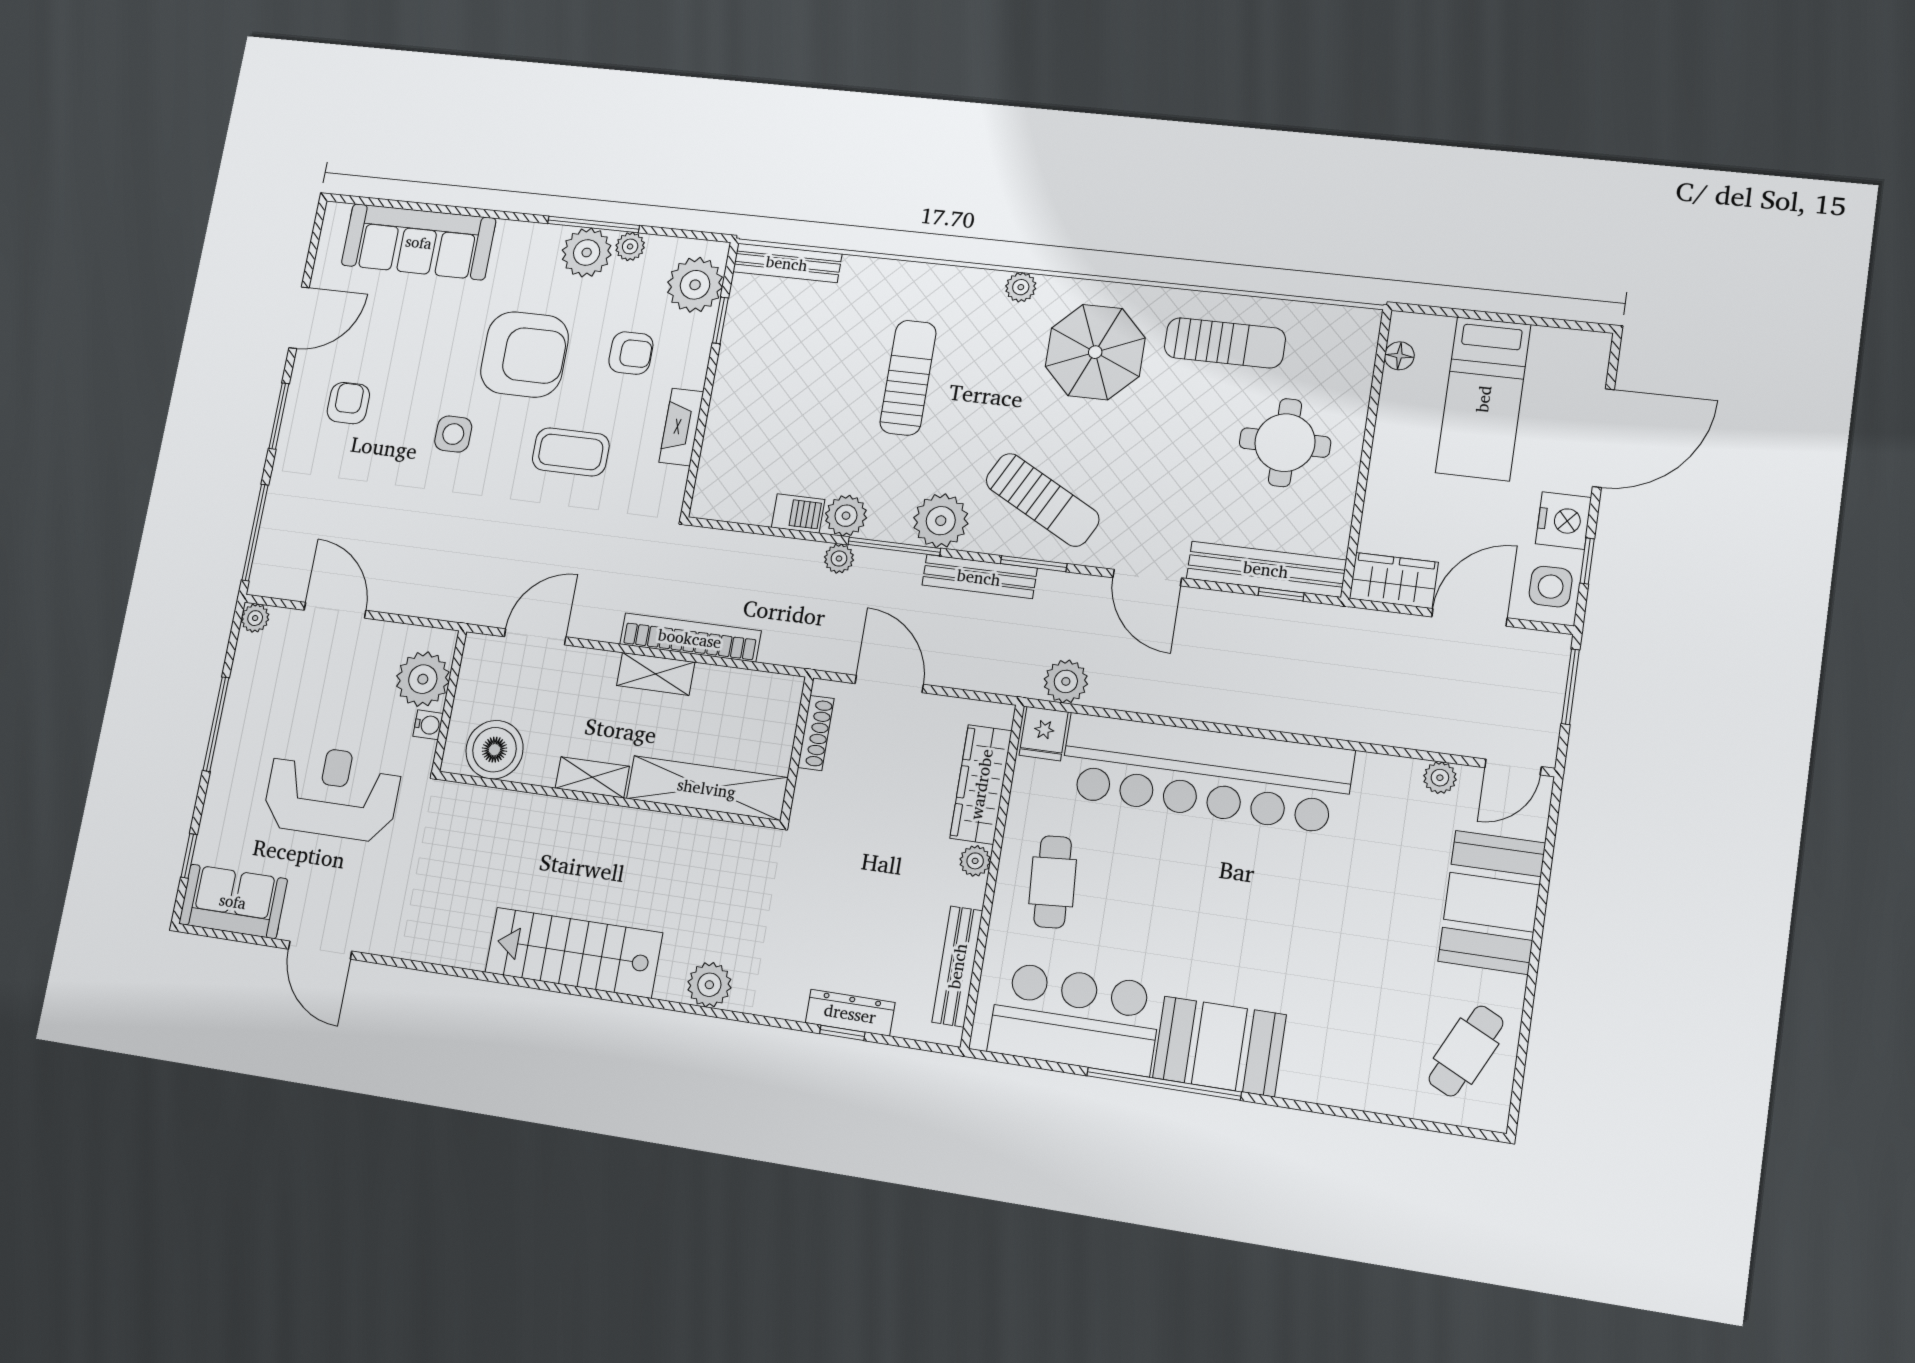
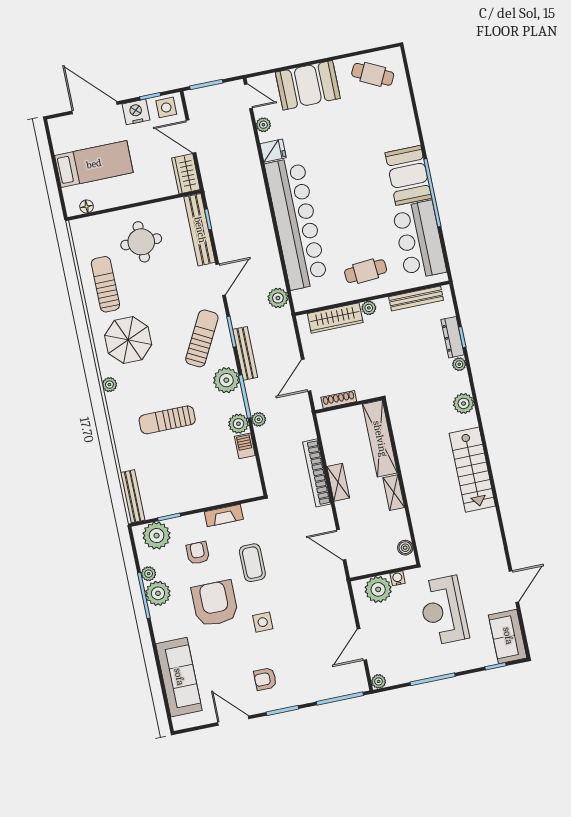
fridge: (1044, 734) -> (273, 151), moved
boiler: (494, 750) -> (405, 548), width x0.54, depth x0.54
plant: (791, 1006) -> (459, 364), added

